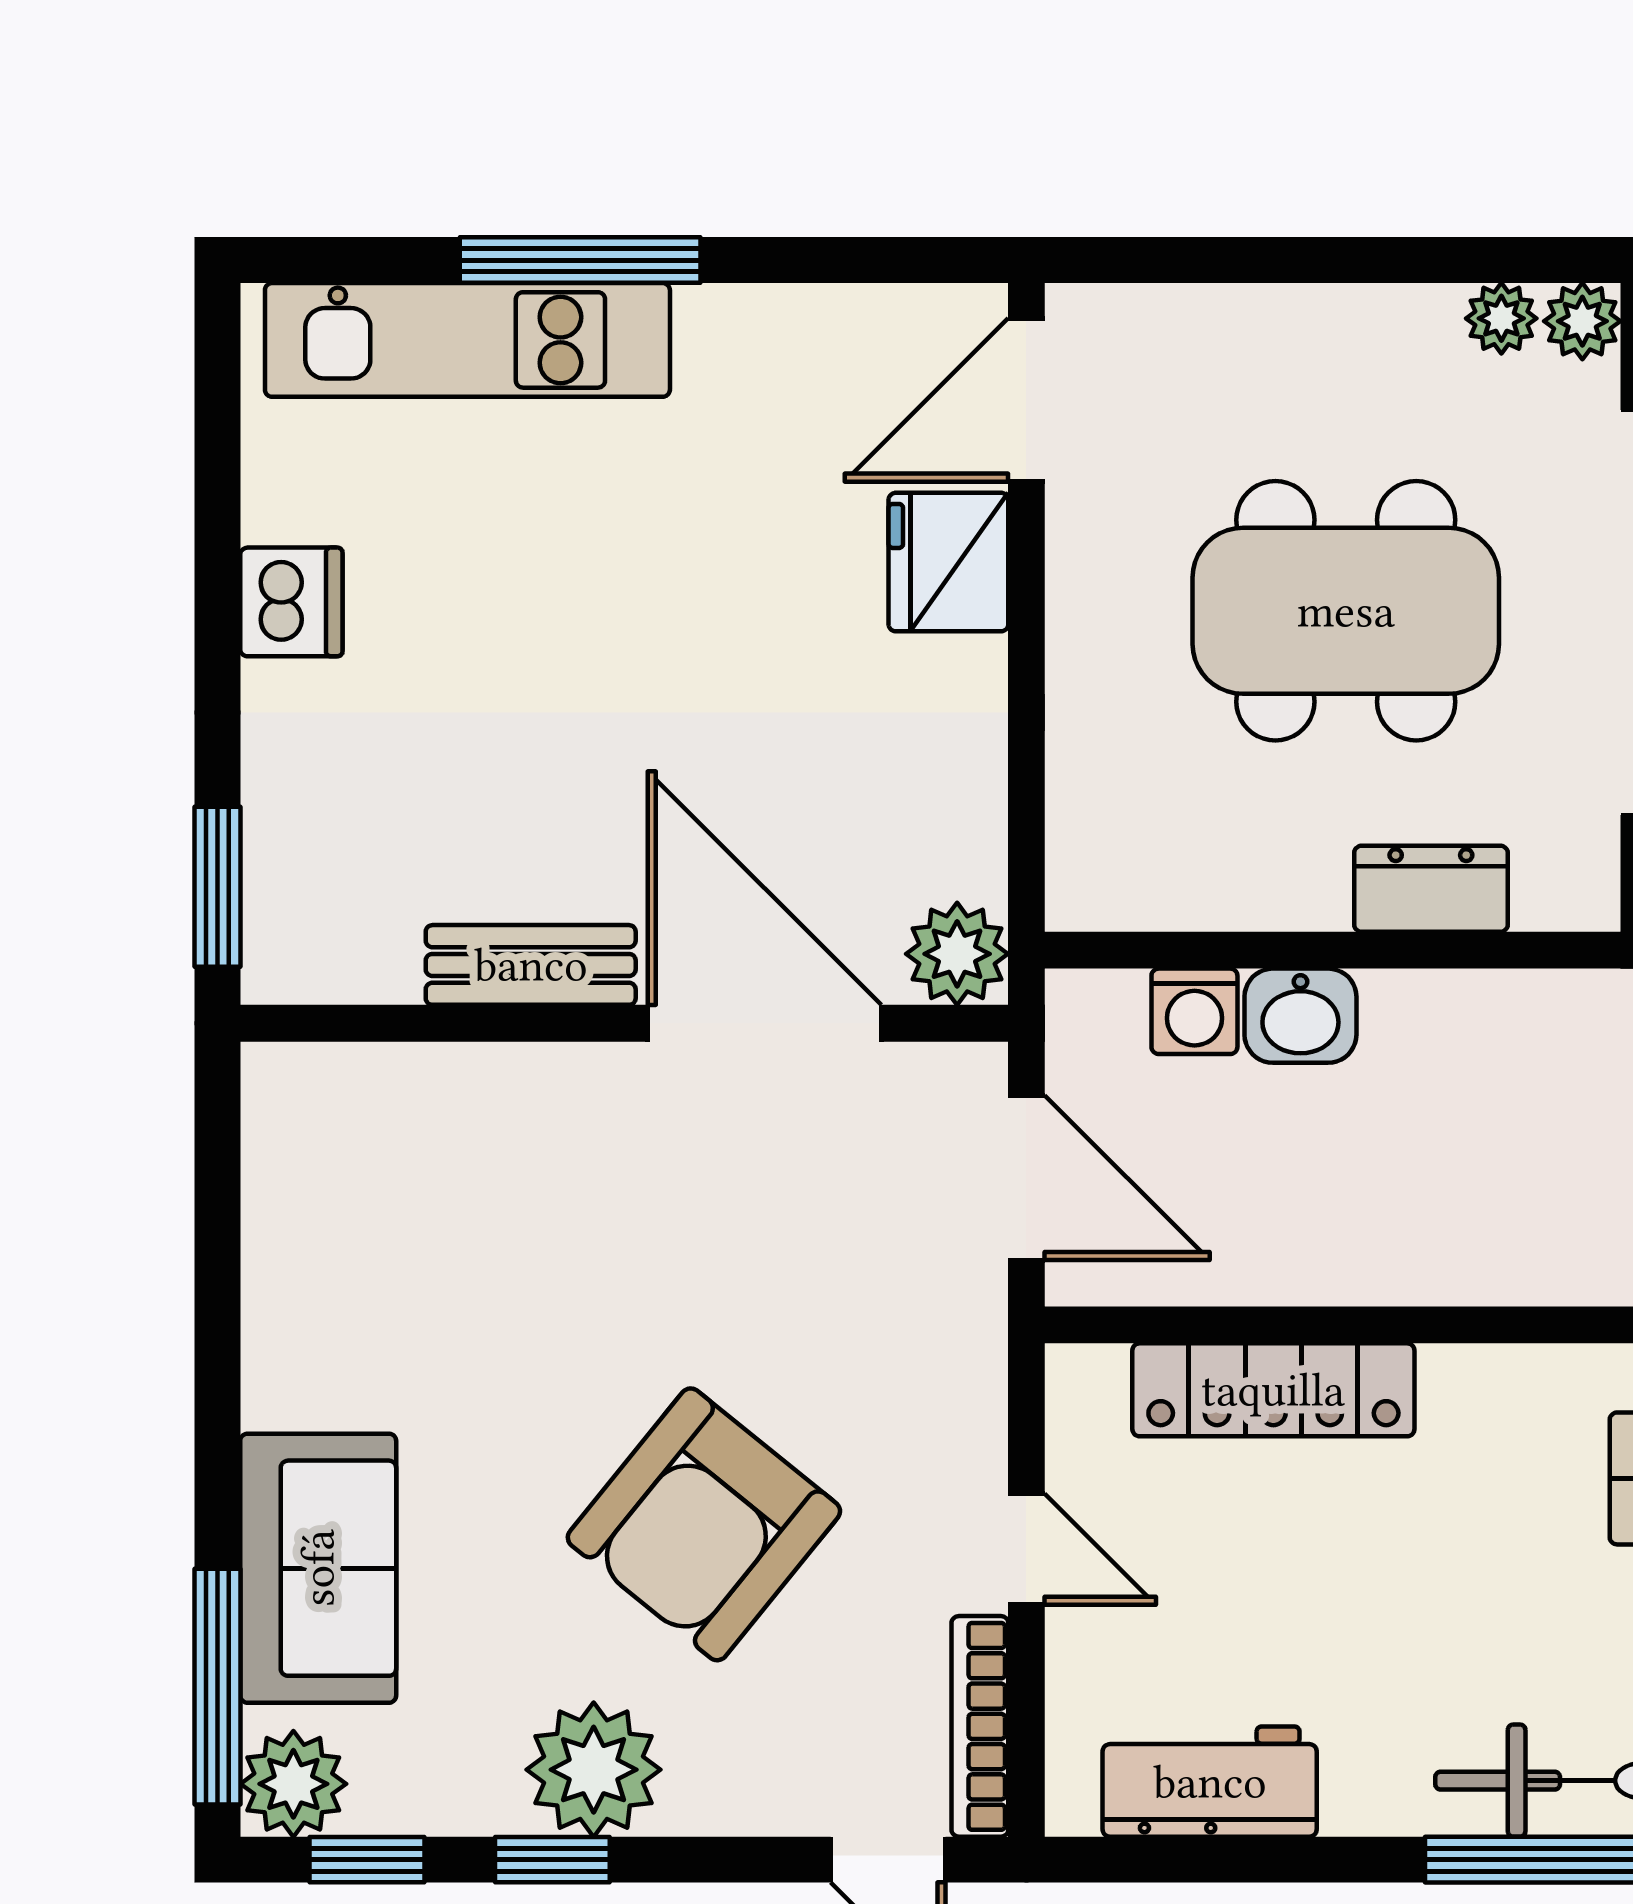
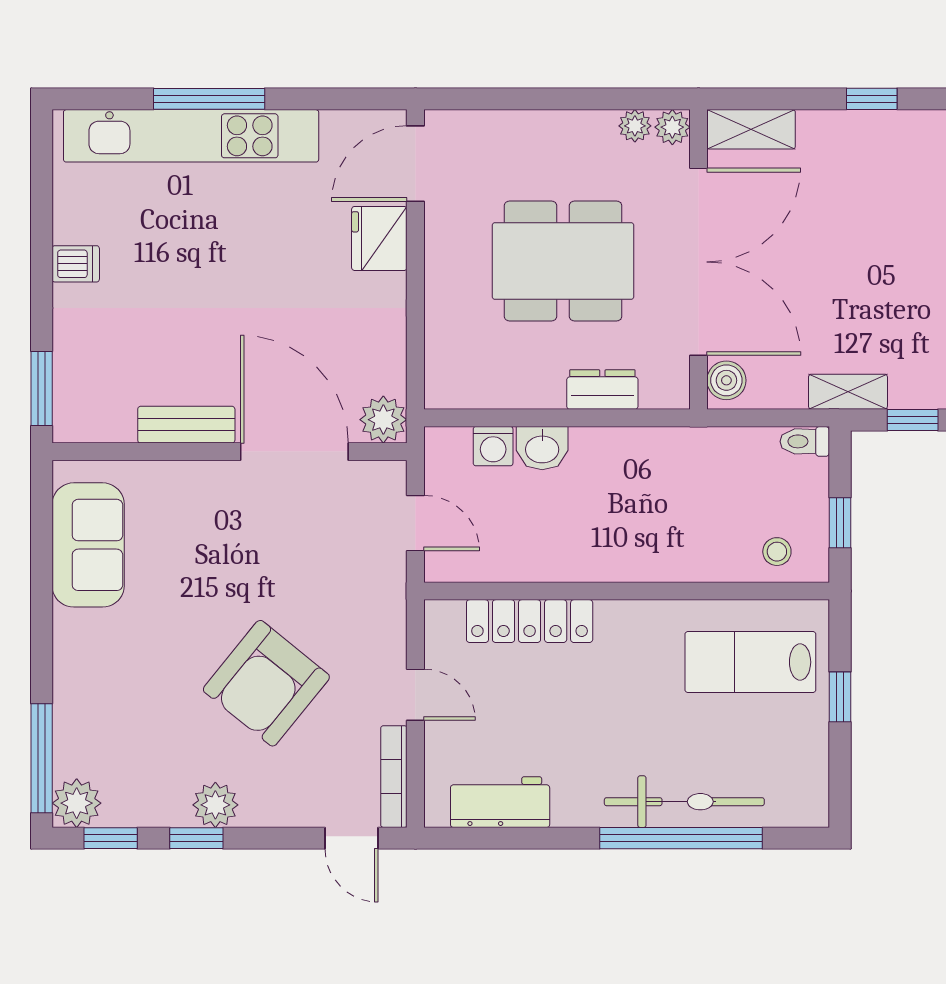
kitchen unit: (467, 340) -> (191, 136), width x1.36
dishwasher: (291, 602) -> (76, 264), width x0.73
door: (1026, 1178) -> (415, 523), width x0.73
sofa: (318, 1568) -> (88, 545), moved
plant: (594, 1770) -> (215, 805), width x0.73, depth x0.73

